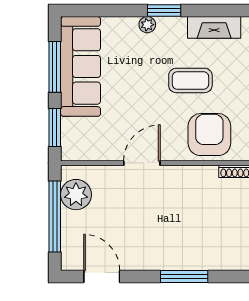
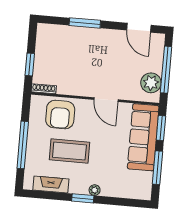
sofa: (81, 66) -> (143, 137), moved
coffee table: (190, 80) -> (69, 151), width x1.36, depth x1.32
door: (142, 163) -> (106, 100), hinge flipped

